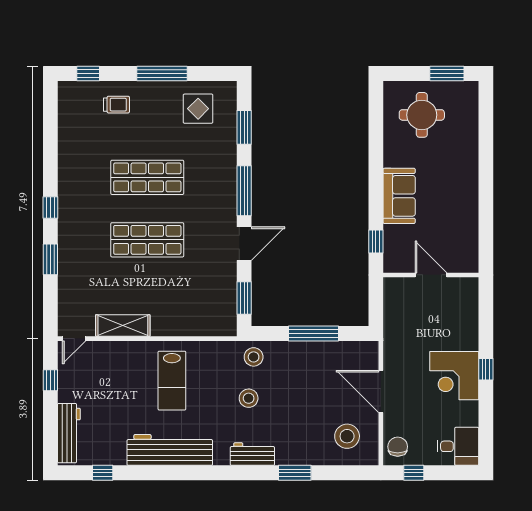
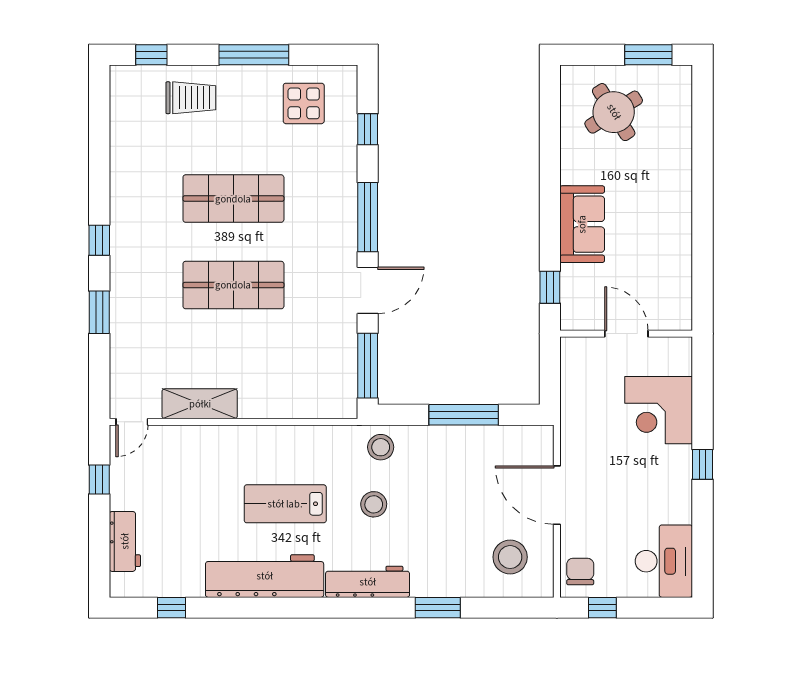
trolley: (116, 105) -> (191, 98), width x1.36, depth x1.39
round table: (422, 115) -> (614, 112), turned -32
window: (244, 127) -> (368, 129), width x0.67
window: (244, 298) -> (368, 366), width x1.44
corner desk: (454, 376) -> (659, 410), moved
lab bench: (172, 381) -> (285, 504), moved, turned 90
workbench: (69, 433) -> (125, 541), width x0.73
desk: (458, 446) -> (664, 561), width x1.37
workbench: (252, 454) -> (368, 582), width x1.38

